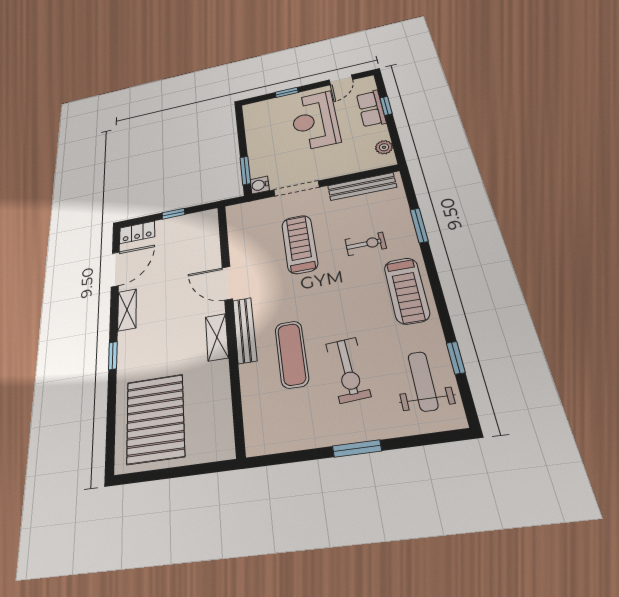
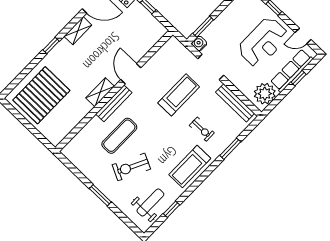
row of seats: (371, 108) -> (292, 71), width x1.48
reception desk: (315, 120) -> (263, 42), turned 180
plant: (384, 147) -> (265, 94), width x1.88, depth x1.88
exercise bike: (348, 370) -> (131, 167), turned 30

